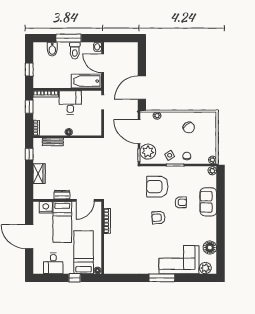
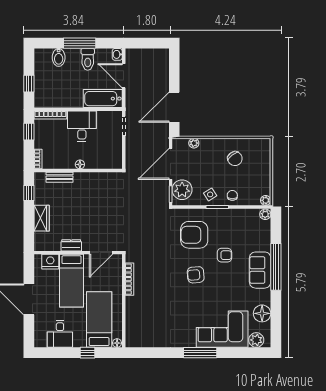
door: (139, 132) -> (171, 164), hinge flipped
sofa: (208, 202) -> (260, 270), moved
window: (221, 211) -> (276, 267), added

